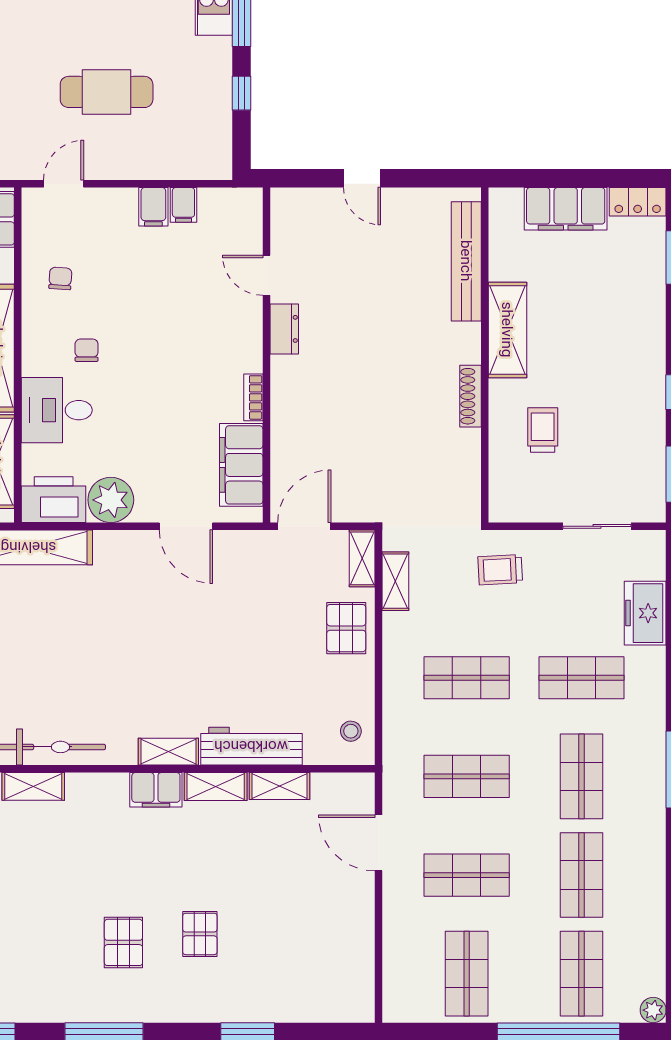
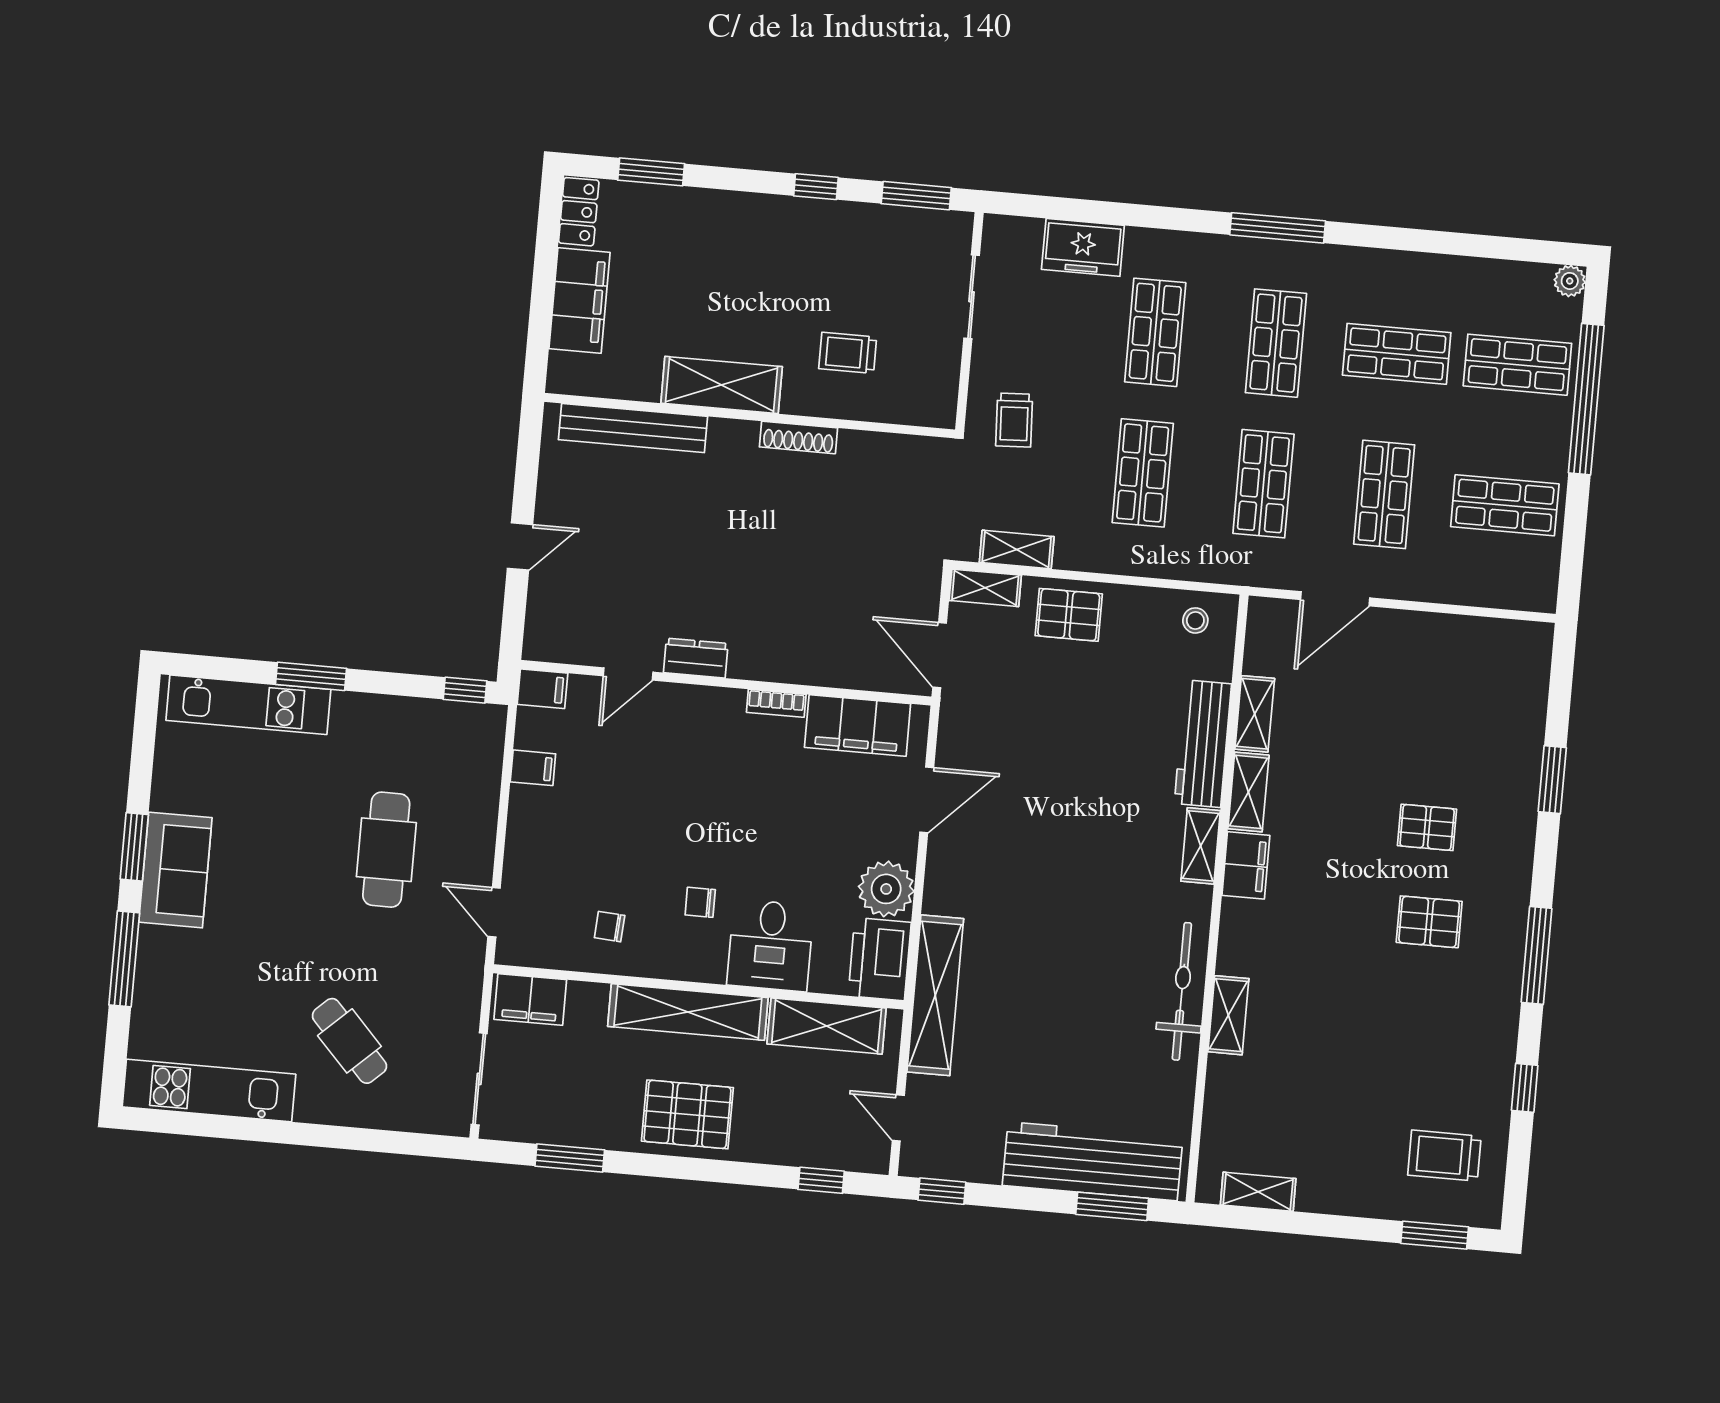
window: (242, 93) -> (465, 690), moved
filing cabinet: (153, 207) -> (542, 689), moved
shop shelf: (582, 776) -> (1276, 343), turned 90

